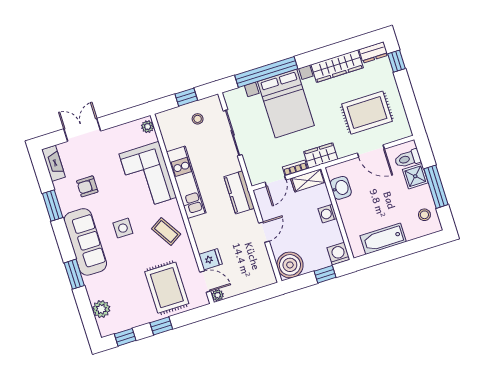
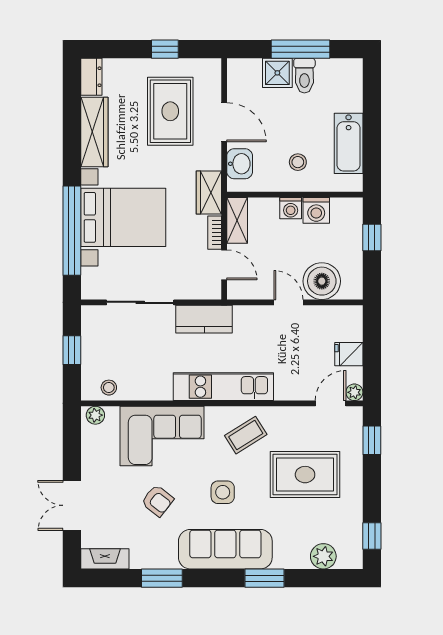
window: (396, 61) -> (165, 49), moved
stool: (198, 119) -> (109, 388), moved
door: (371, 151) -> (224, 122), hinge flipped
toilet: (408, 159) -> (304, 76), moved
kitchen unit: (186, 182) -> (223, 387), moved
armchair: (87, 186) -> (157, 501), moved, turned -52
washbasin: (341, 188) -> (240, 164), moved, turned 90
kitchen counter: (239, 192) -> (204, 319), moved
stool: (424, 215) -> (298, 162), moved
washing machine: (338, 254) -> (316, 210), moved, turned -90
fridge: (210, 259) -> (349, 354), moved, turned -90
boiler: (290, 265) -> (322, 281), moved
rug: (167, 288) -> (305, 475), moved
window: (161, 326) -> (372, 440), moved

